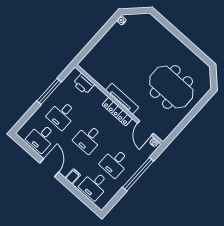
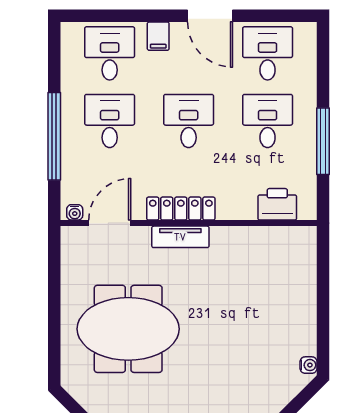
tv unit: (122, 99) -> (180, 237), width x0.71
door: (146, 128) -> (110, 223), hinge flipped

